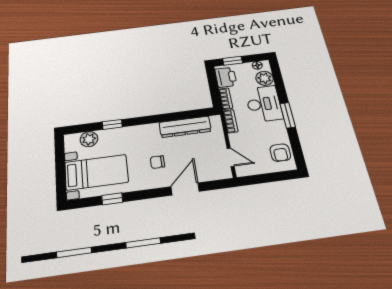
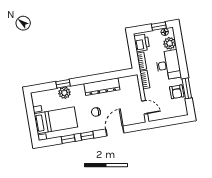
window: (233, 61) -> (159, 26), moved
window: (288, 115) -> (187, 88), moved
dresser: (185, 127) -> (102, 87), moved
plant: (89, 139) -> (64, 93), moved
armchair: (280, 153) -> (177, 92), moved
window: (142, 195) -> (87, 136), added

